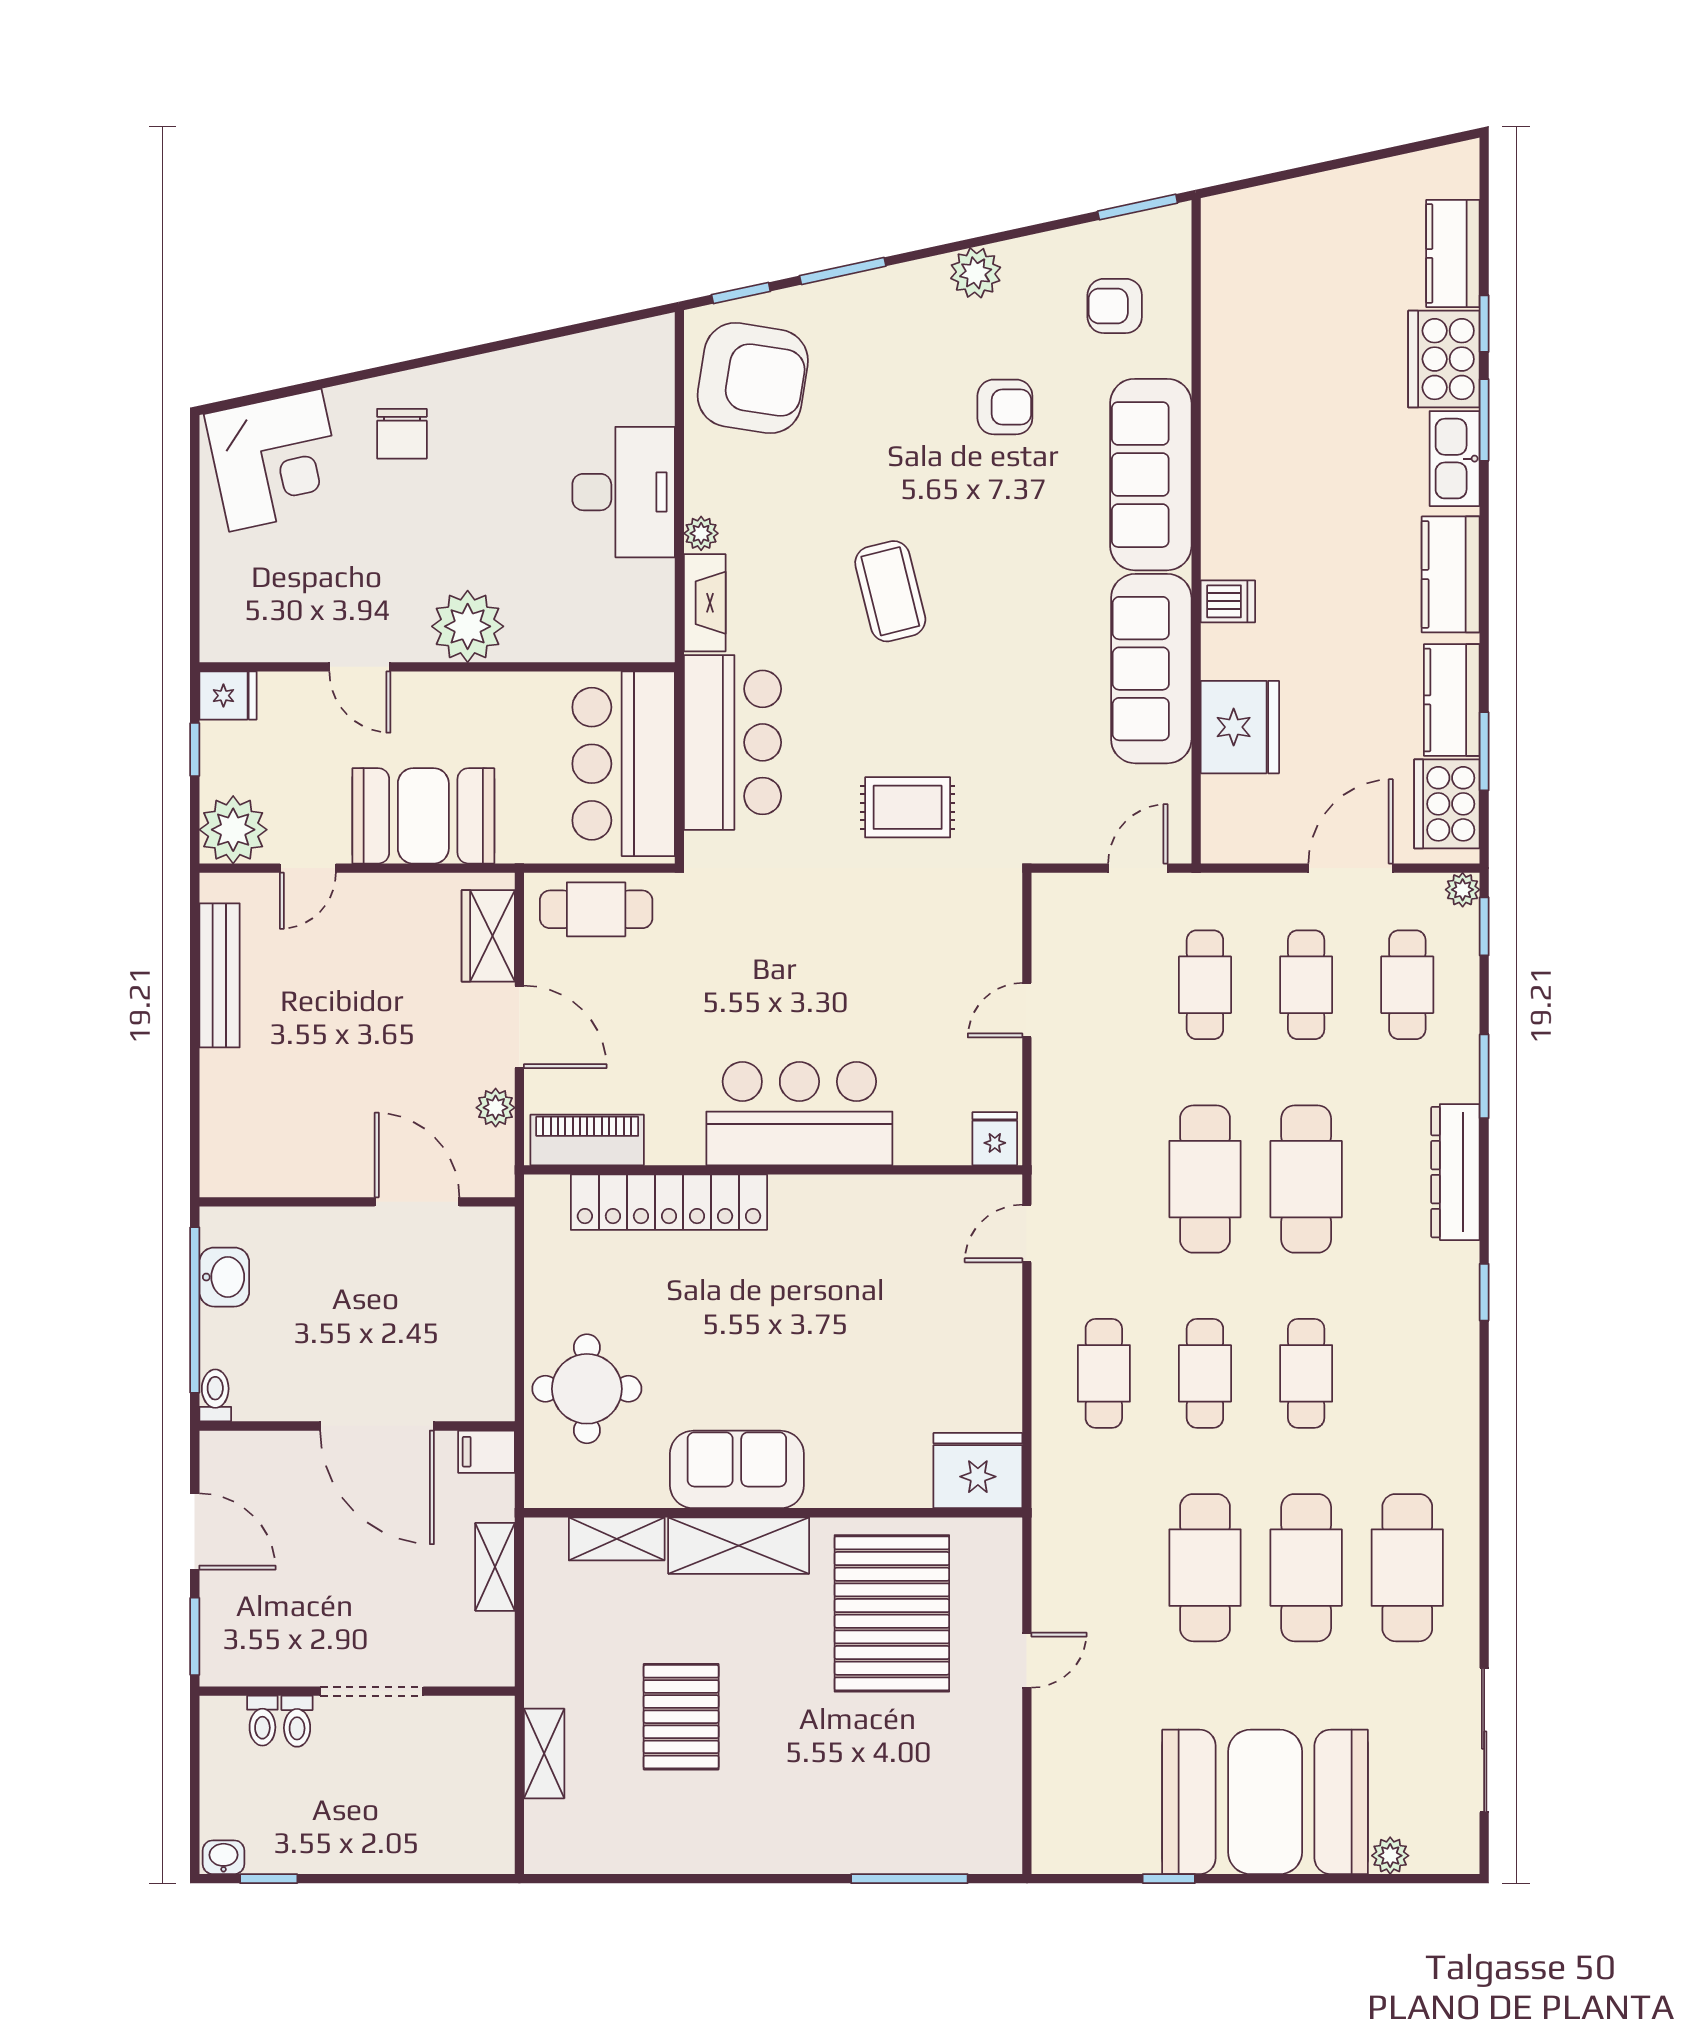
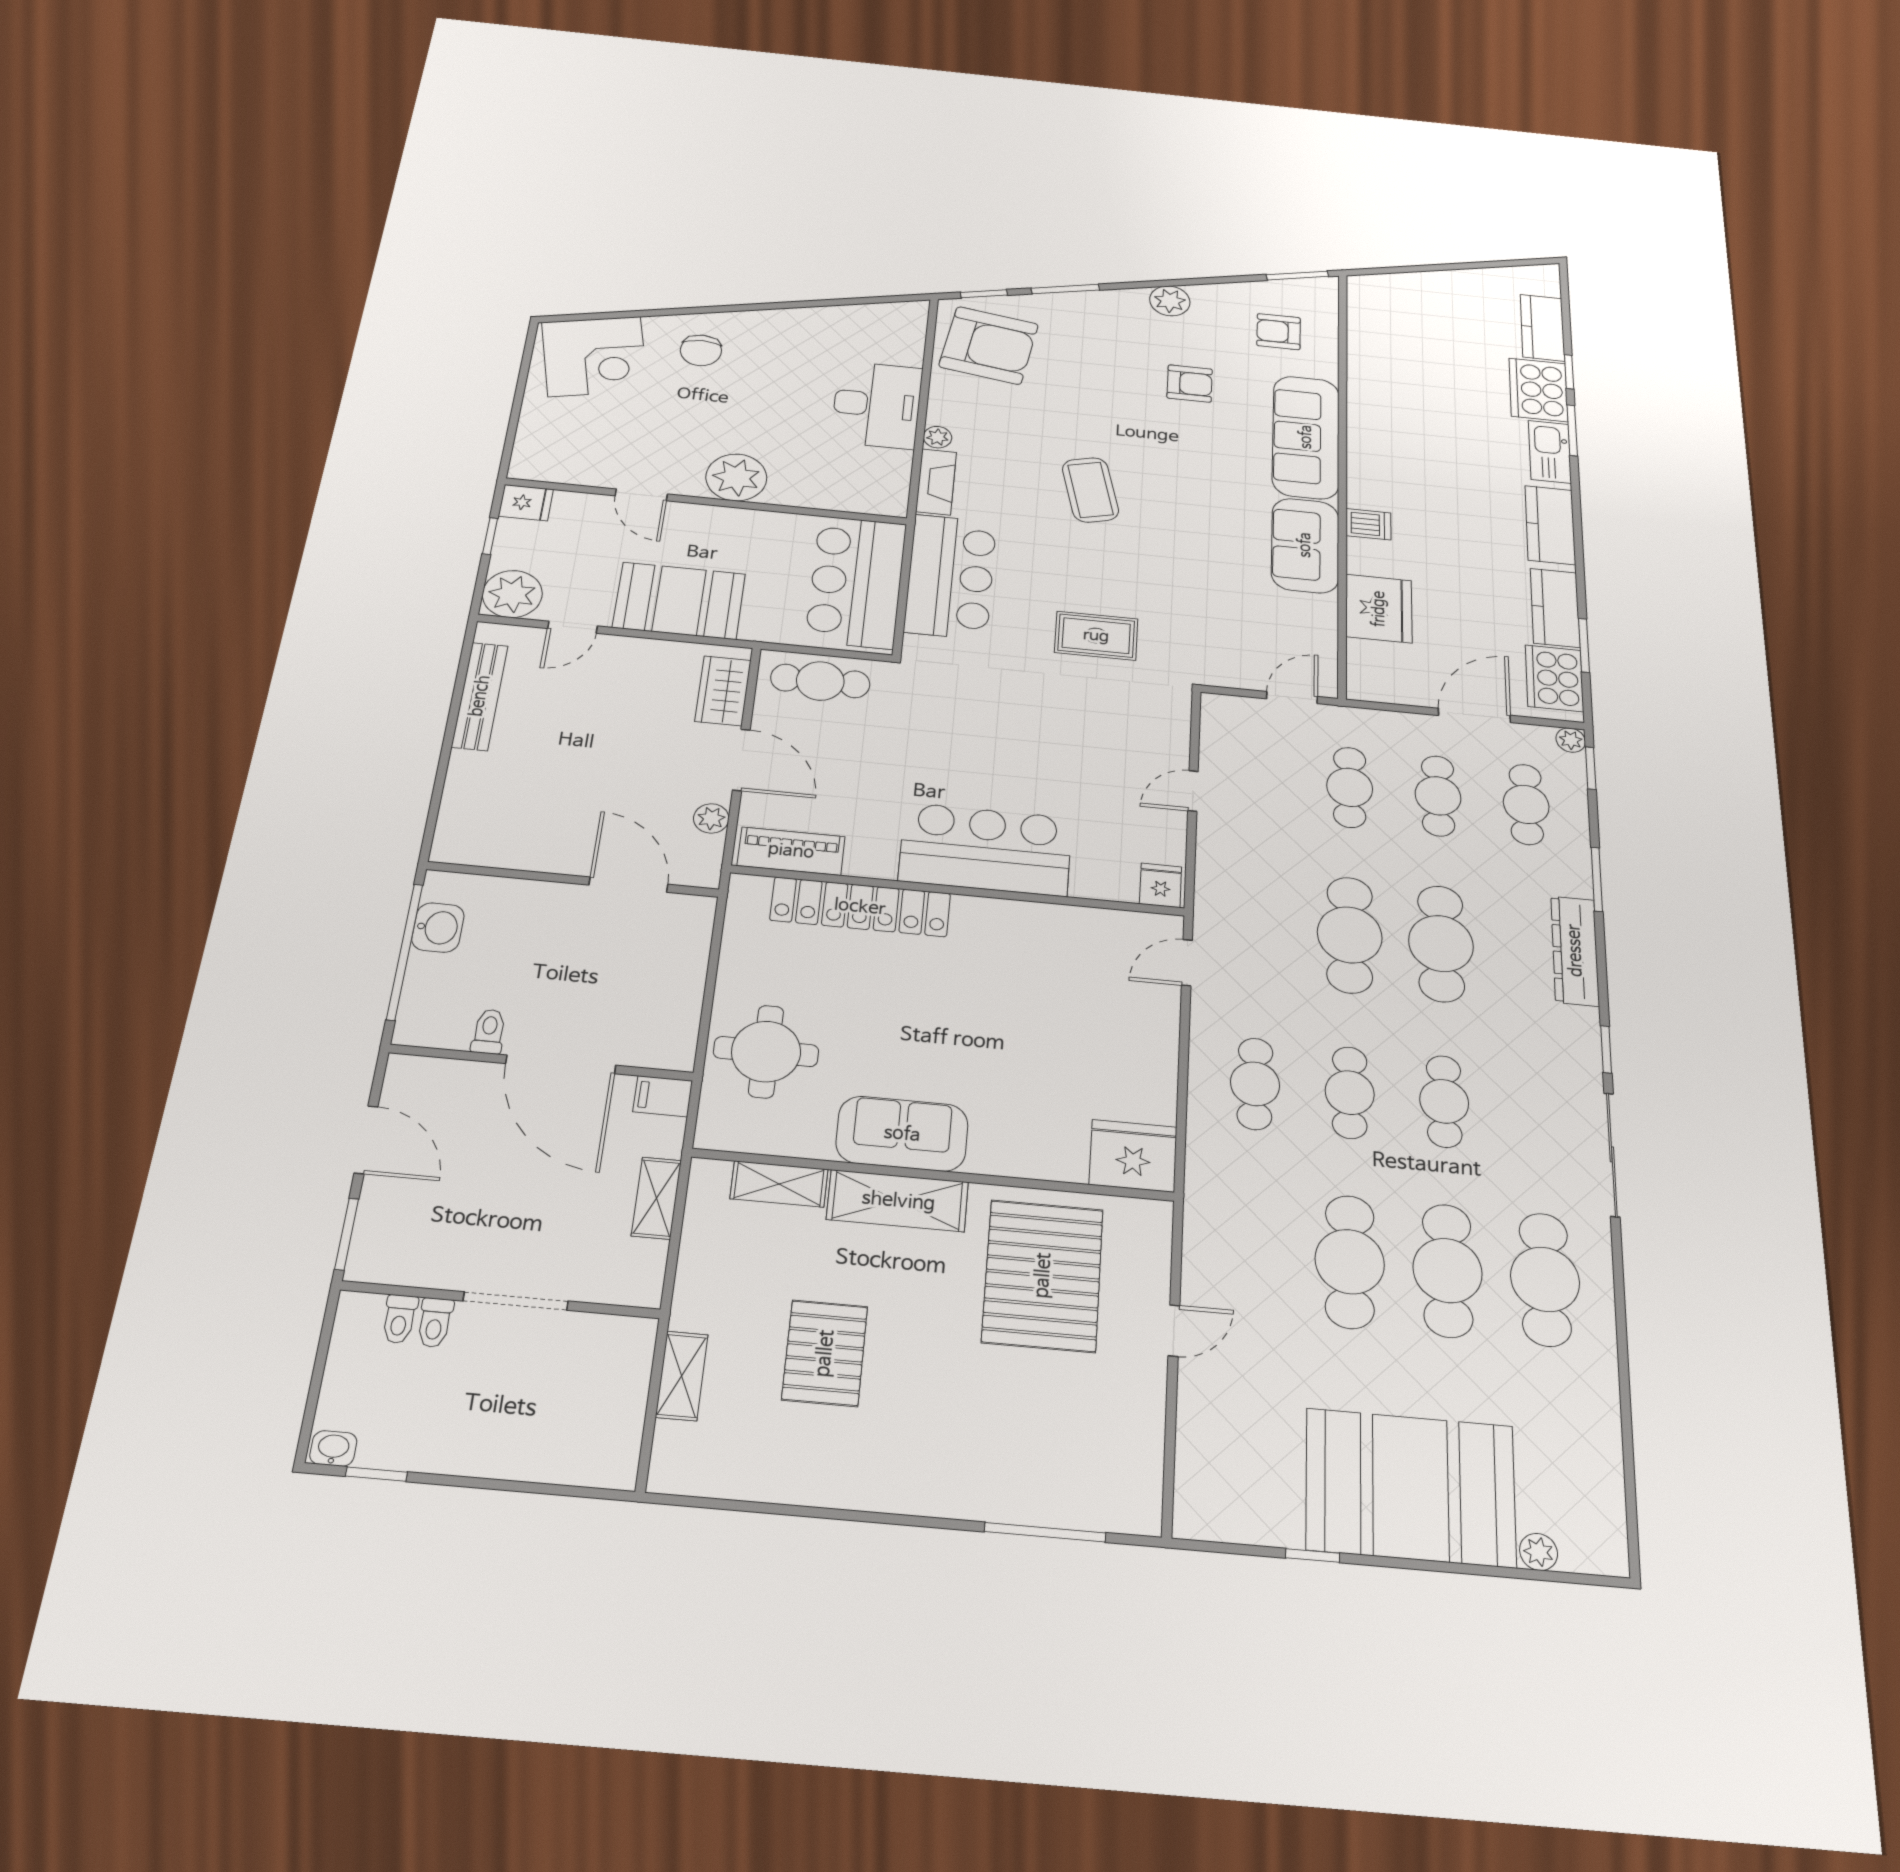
sofa: (1151, 669) -> (1305, 545), width x0.73
toilet: (215, 1395) -> (489, 1032), moved
sliding door: (1484, 1740) -> (1612, 1154), moved

